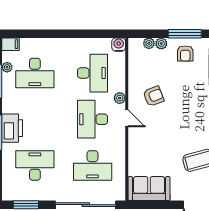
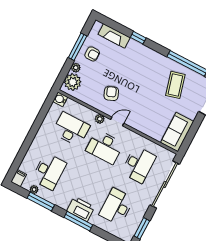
plant: (149, 43) -> (73, 82), width x1.87, depth x1.87

